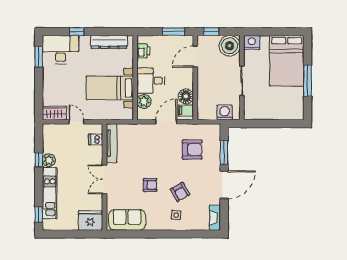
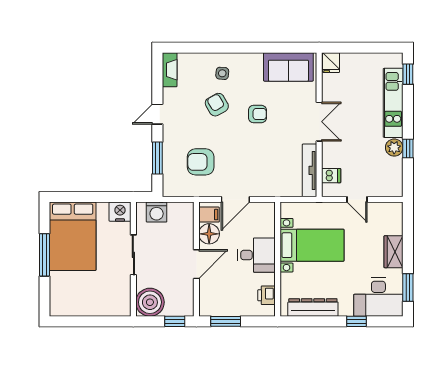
nightstand: (252, 42) -> (120, 212), moved, turned 180
door: (195, 57) -> (196, 264), moved
bed: (287, 61) -> (73, 236), moved, turned 180
plant: (144, 101) -> (266, 227), removed
wardrobe: (54, 113) -> (394, 252), moved, turned 90
armchair: (150, 185) -> (257, 114), turned 180
door: (224, 185) -> (157, 114), width x0.53
fridge: (90, 220) -> (331, 63), width x0.53, depth x0.75

